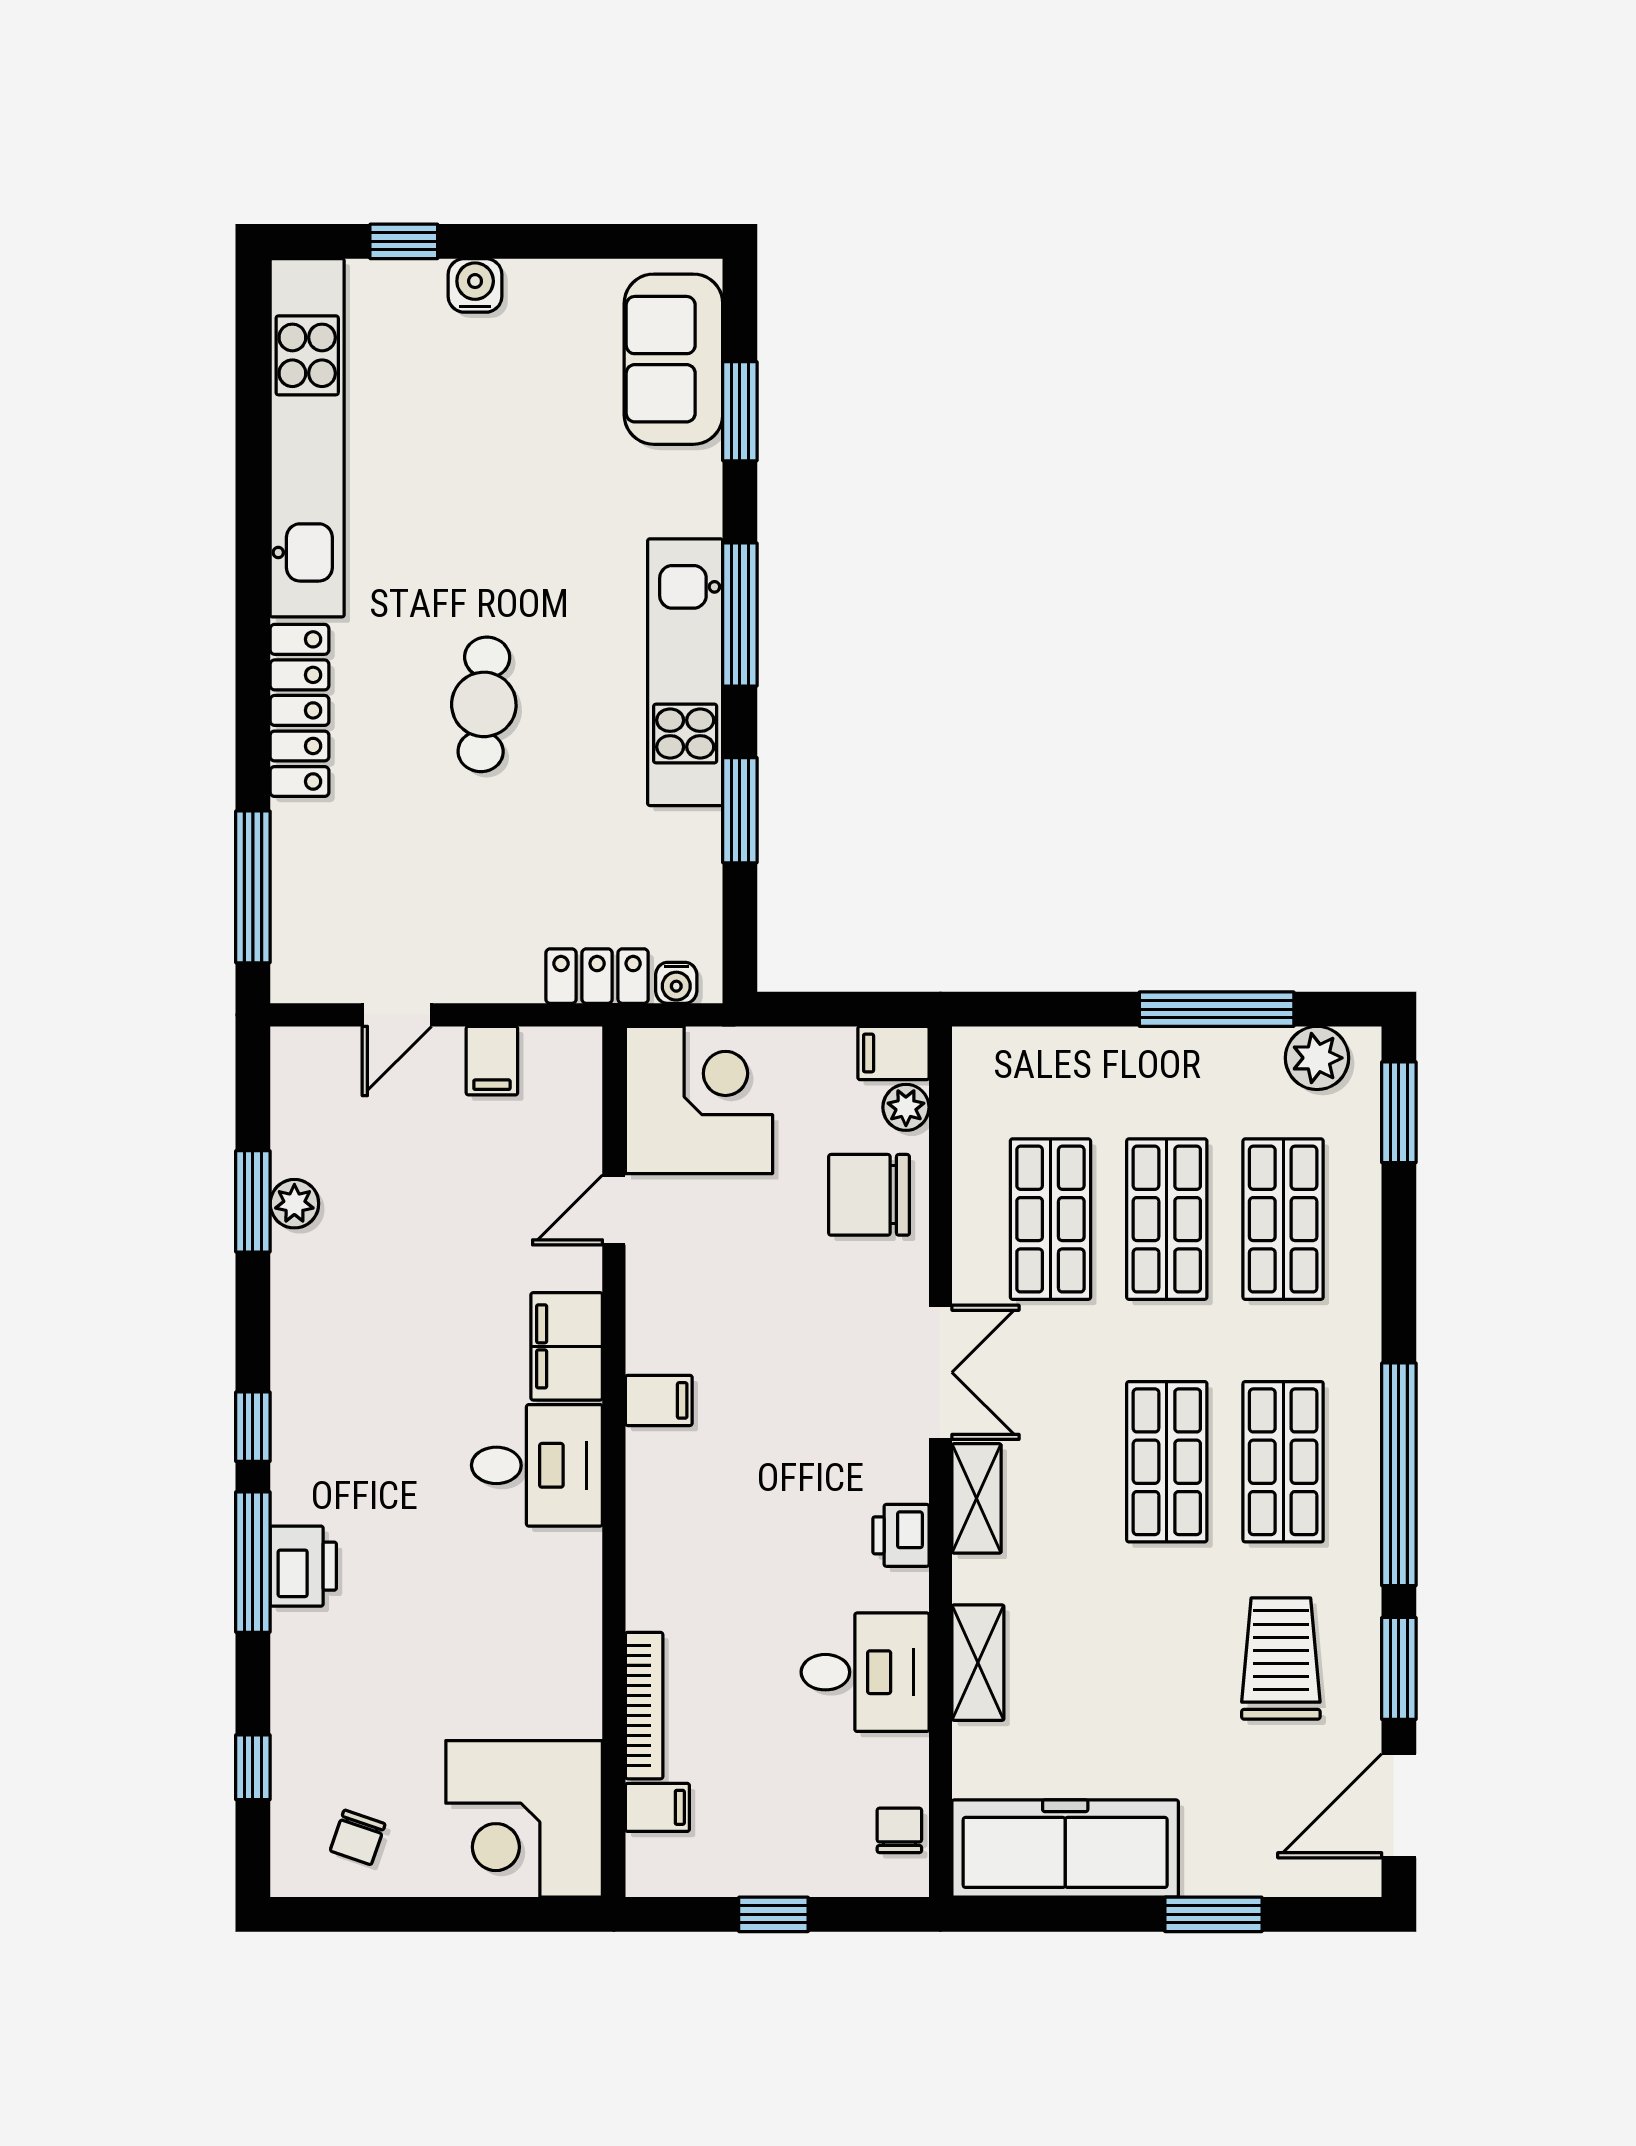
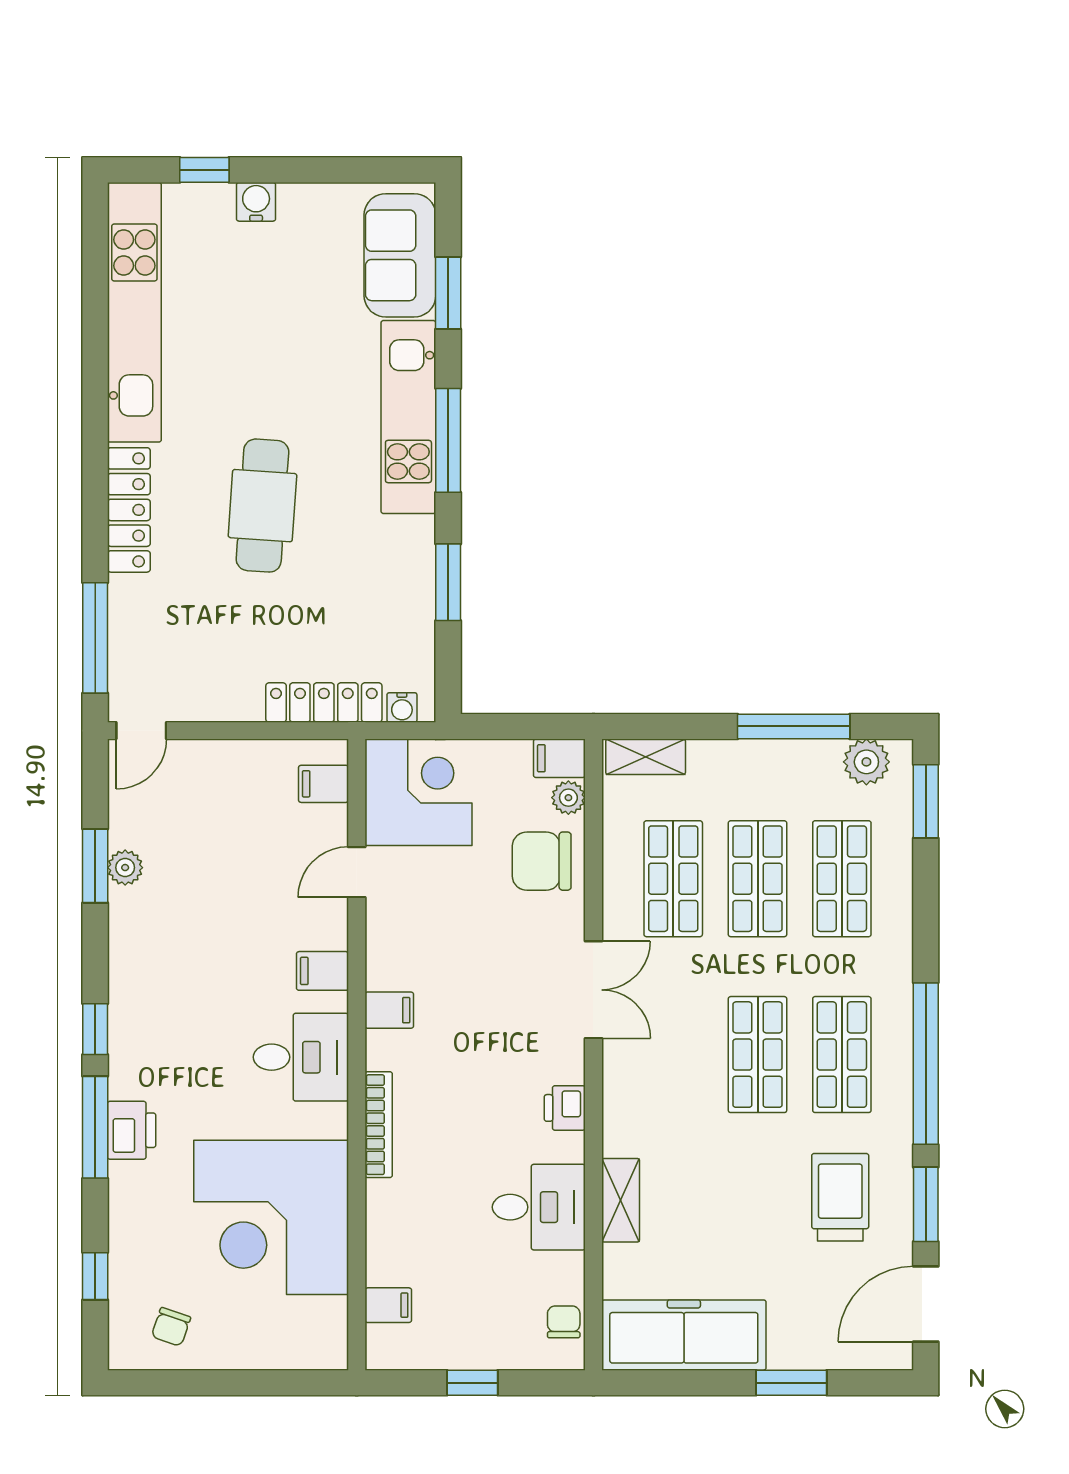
kitchen unit: (685, 672) -> (408, 417), moved
cafe table: (484, 704) -> (262, 506), width x1.37, depth x1.35
locker: (597, 976) -> (324, 703), width x1.53
door: (397, 1015) -> (141, 731), moved
filing cabinet: (492, 1061) -> (324, 784), moved, turned 90
filing cabinet: (567, 1346) -> (322, 971), width x0.50
shelving: (977, 1498) -> (646, 757), moved, turned 90
bookcase: (644, 1706) -> (379, 1125), moved
corner desk: (524, 1819) -> (271, 1217), moved, width x1.36, depth x1.36

